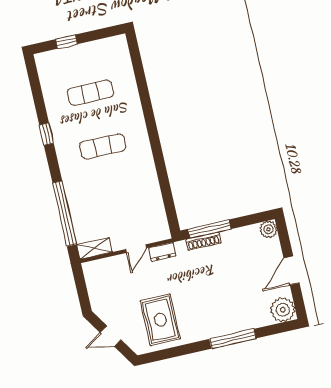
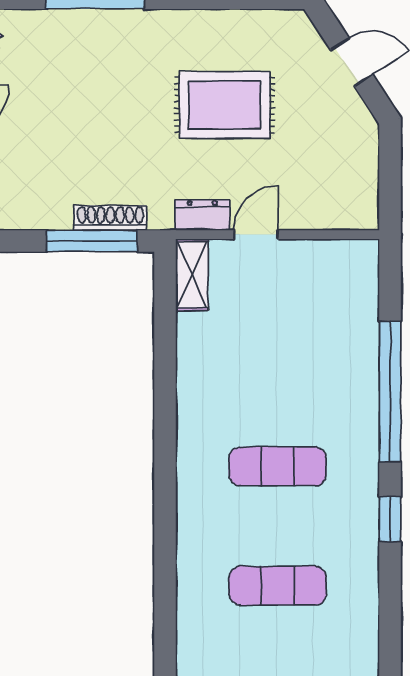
window: (65, 214) -> (390, 391), moved
shelving: (95, 248) -> (192, 275), moved, turned 90
rug: (160, 320) -> (224, 105), moved, turned 90

